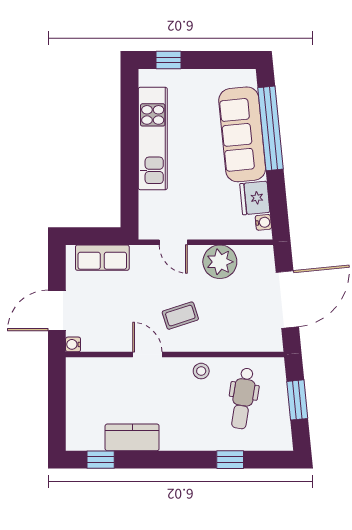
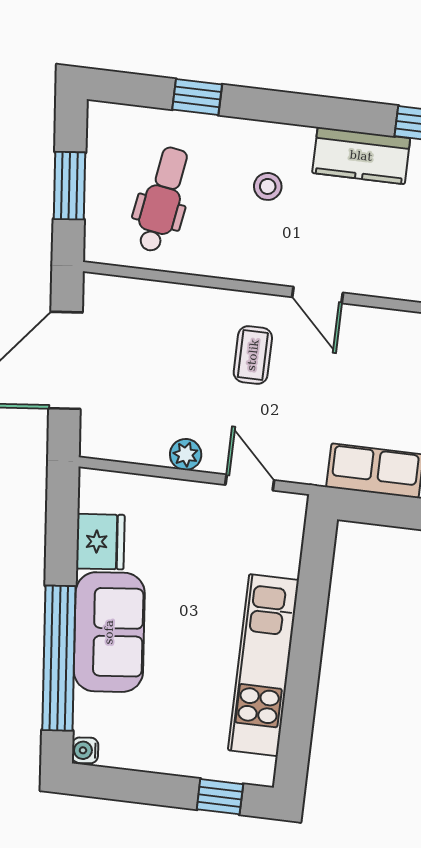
sofa: (242, 134) -> (109, 632), width x0.73
water cooler: (263, 222) -> (85, 750), moved
plant: (220, 262) -> (186, 454), width x0.53, depth x0.53
coffee table: (180, 316) -> (253, 355), turned -72
stool: (201, 371) -> (268, 186), moved

